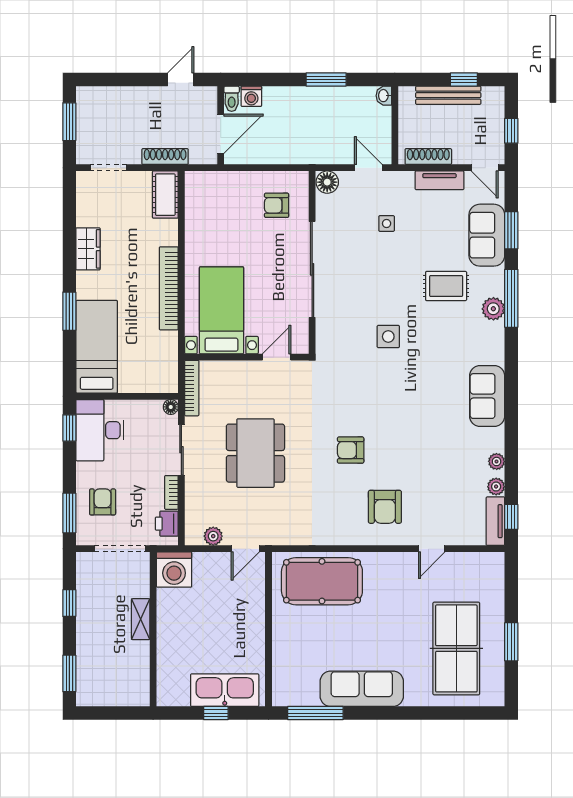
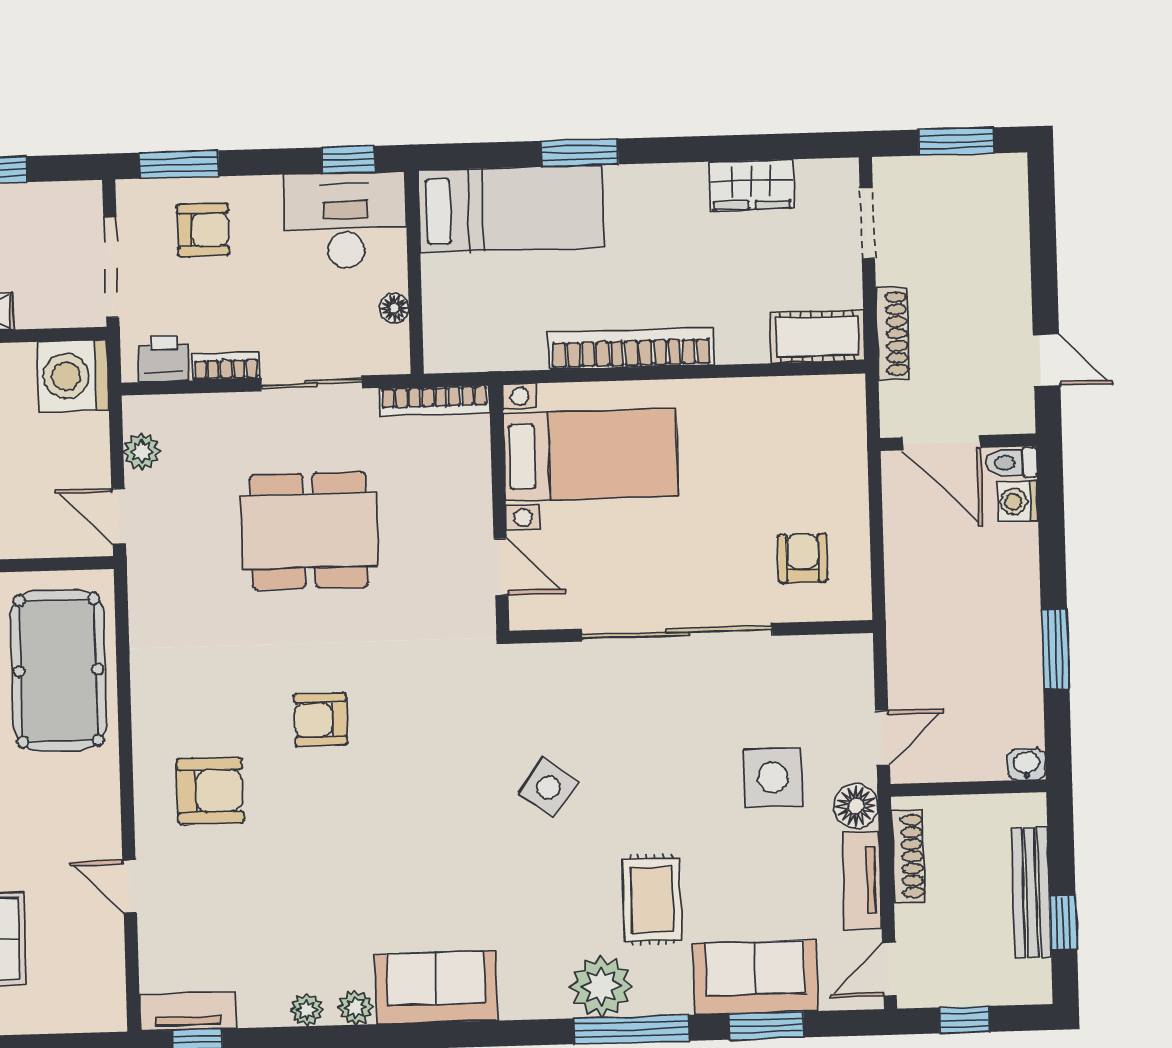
floor lamp: (327, 182) -> (856, 806), moved
side table: (387, 223) -> (773, 777), width x1.87, depth x1.87
wardrobe: (88, 249) -> (752, 185), moved
plant: (493, 309) -> (601, 987), width x1.36, depth x1.36
side table: (388, 337) -> (548, 788), turned 37
floor lamp: (171, 407) -> (394, 308), moved
armchair: (351, 450) -> (321, 720), turned -90
plant: (496, 487) -> (356, 1008), moved
armchair: (385, 507) -> (210, 791), turned 180

